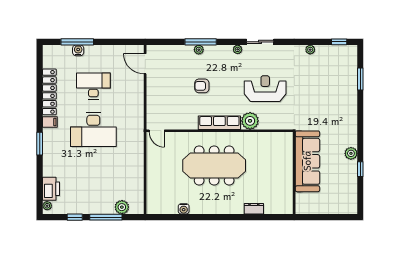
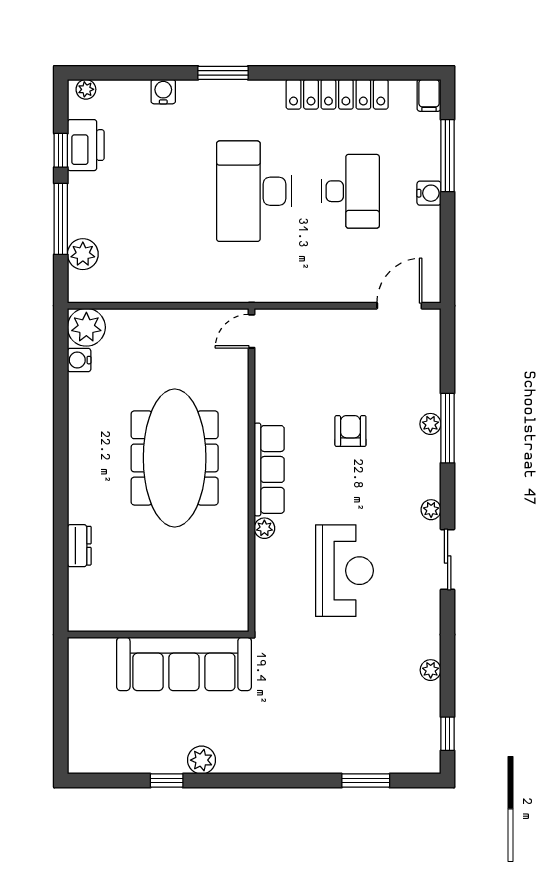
water cooler: (78, 50) -> (429, 193), moved
plant: (250, 121) -> (264, 528), width x0.53, depth x0.53
filing cabinet: (50, 122) -> (429, 95), moved
water cooler: (48, 171) -> (163, 92), added
printer: (51, 189) -> (86, 145), moved, turned -90
plant: (155, 206) -> (86, 327), added
water cooler: (184, 209) -> (79, 360), moved

